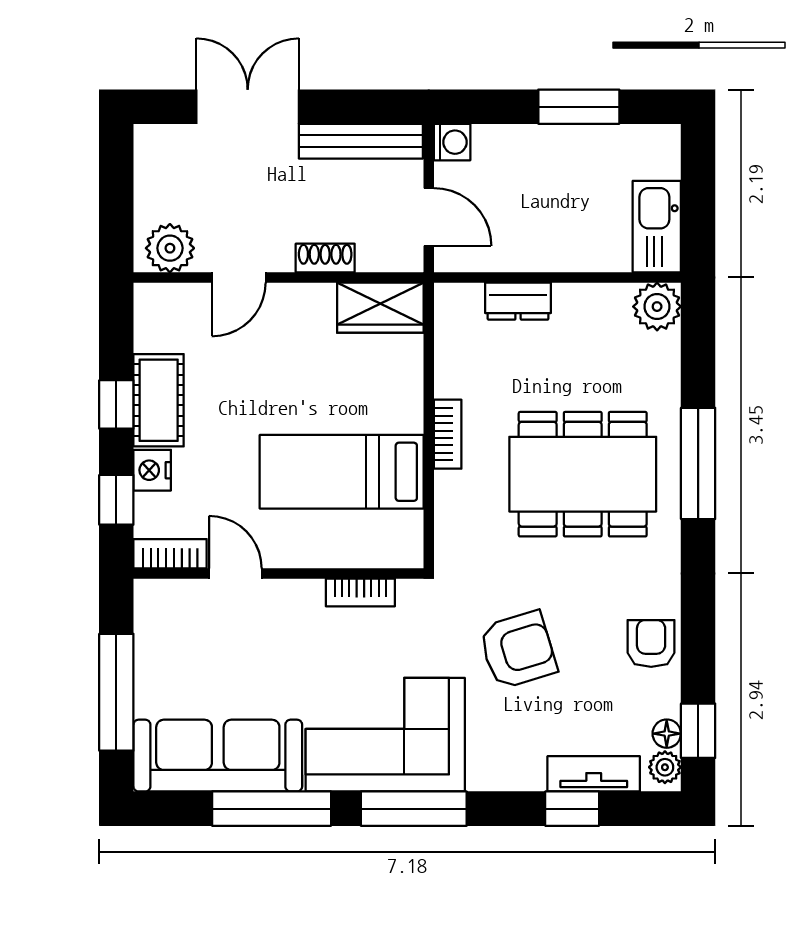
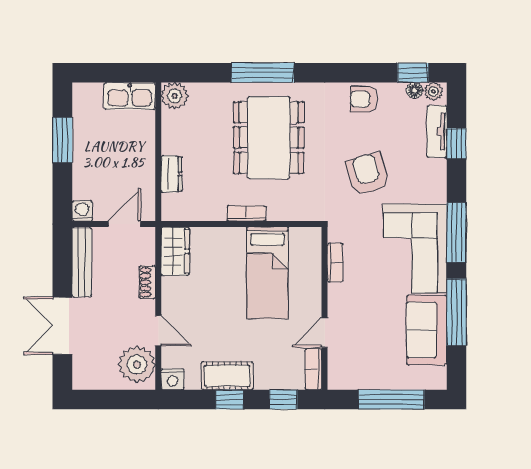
plant: (170, 248) -> (137, 364), width x1.36, depth x1.36
nightstand: (152, 470) -> (173, 379), moved
sofa: (218, 756) -> (427, 330), width x0.73

